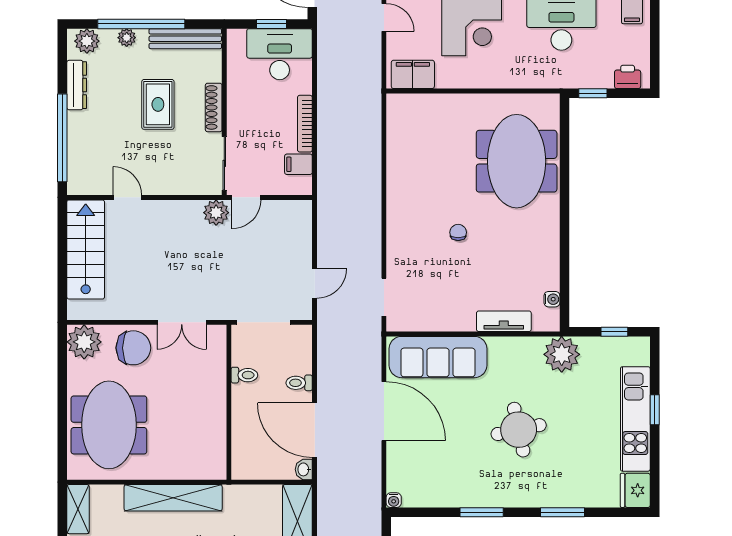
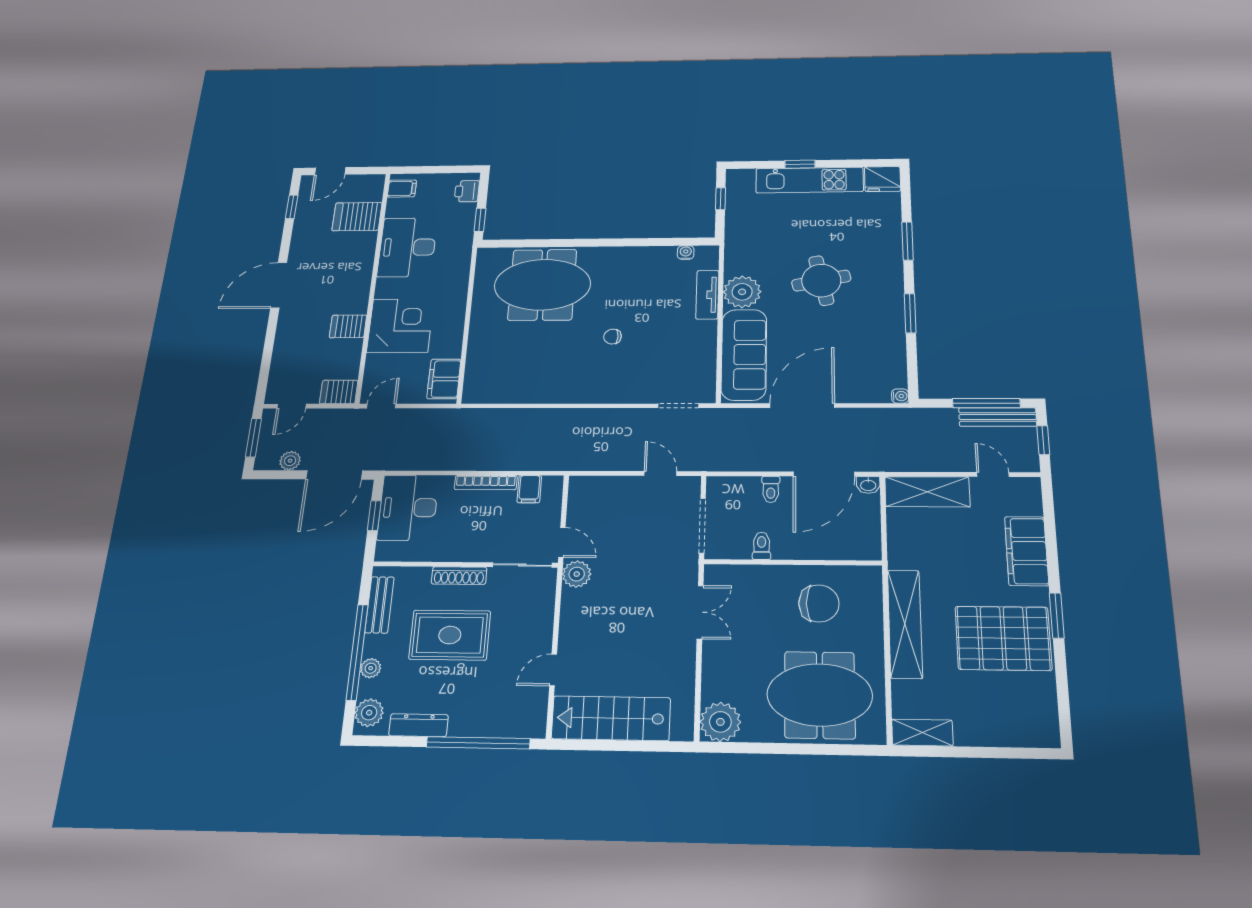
bench: (185, 39) -> (380, 605), width x0.73
rug: (158, 104) -> (450, 635), width x1.36, depth x1.43
chair: (133, 348) -> (819, 603), moved, turned 90
plant: (562, 354) -> (742, 292), moved

